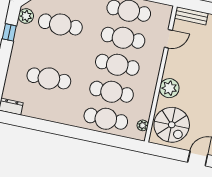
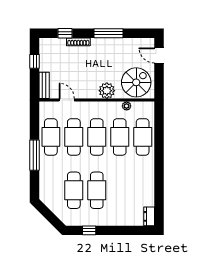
plant: (26, 16) -> (73, 220), removed
cafe table: (49, 78) -> (97, 190), moved
plant: (143, 125) -> (127, 106), moved

